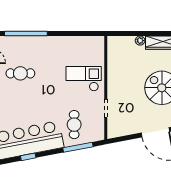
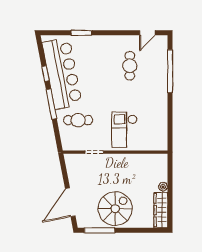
checkout: (84, 79) -> (124, 130), turned 180
window: (78, 147) -> (51, 104), moved

